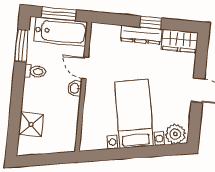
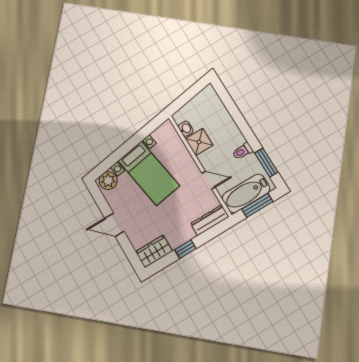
dresser: (141, 35) -> (210, 220), moved
washbasin: (75, 88) -> (186, 129), moved
shower: (31, 124) -> (199, 142), moved

